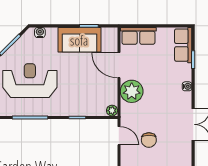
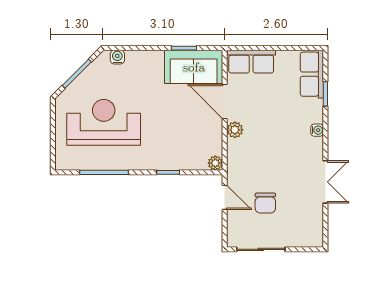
sofa: (79, 40) -> (194, 67), moved
plant: (132, 91) -> (235, 130), width x0.53, depth x0.53

